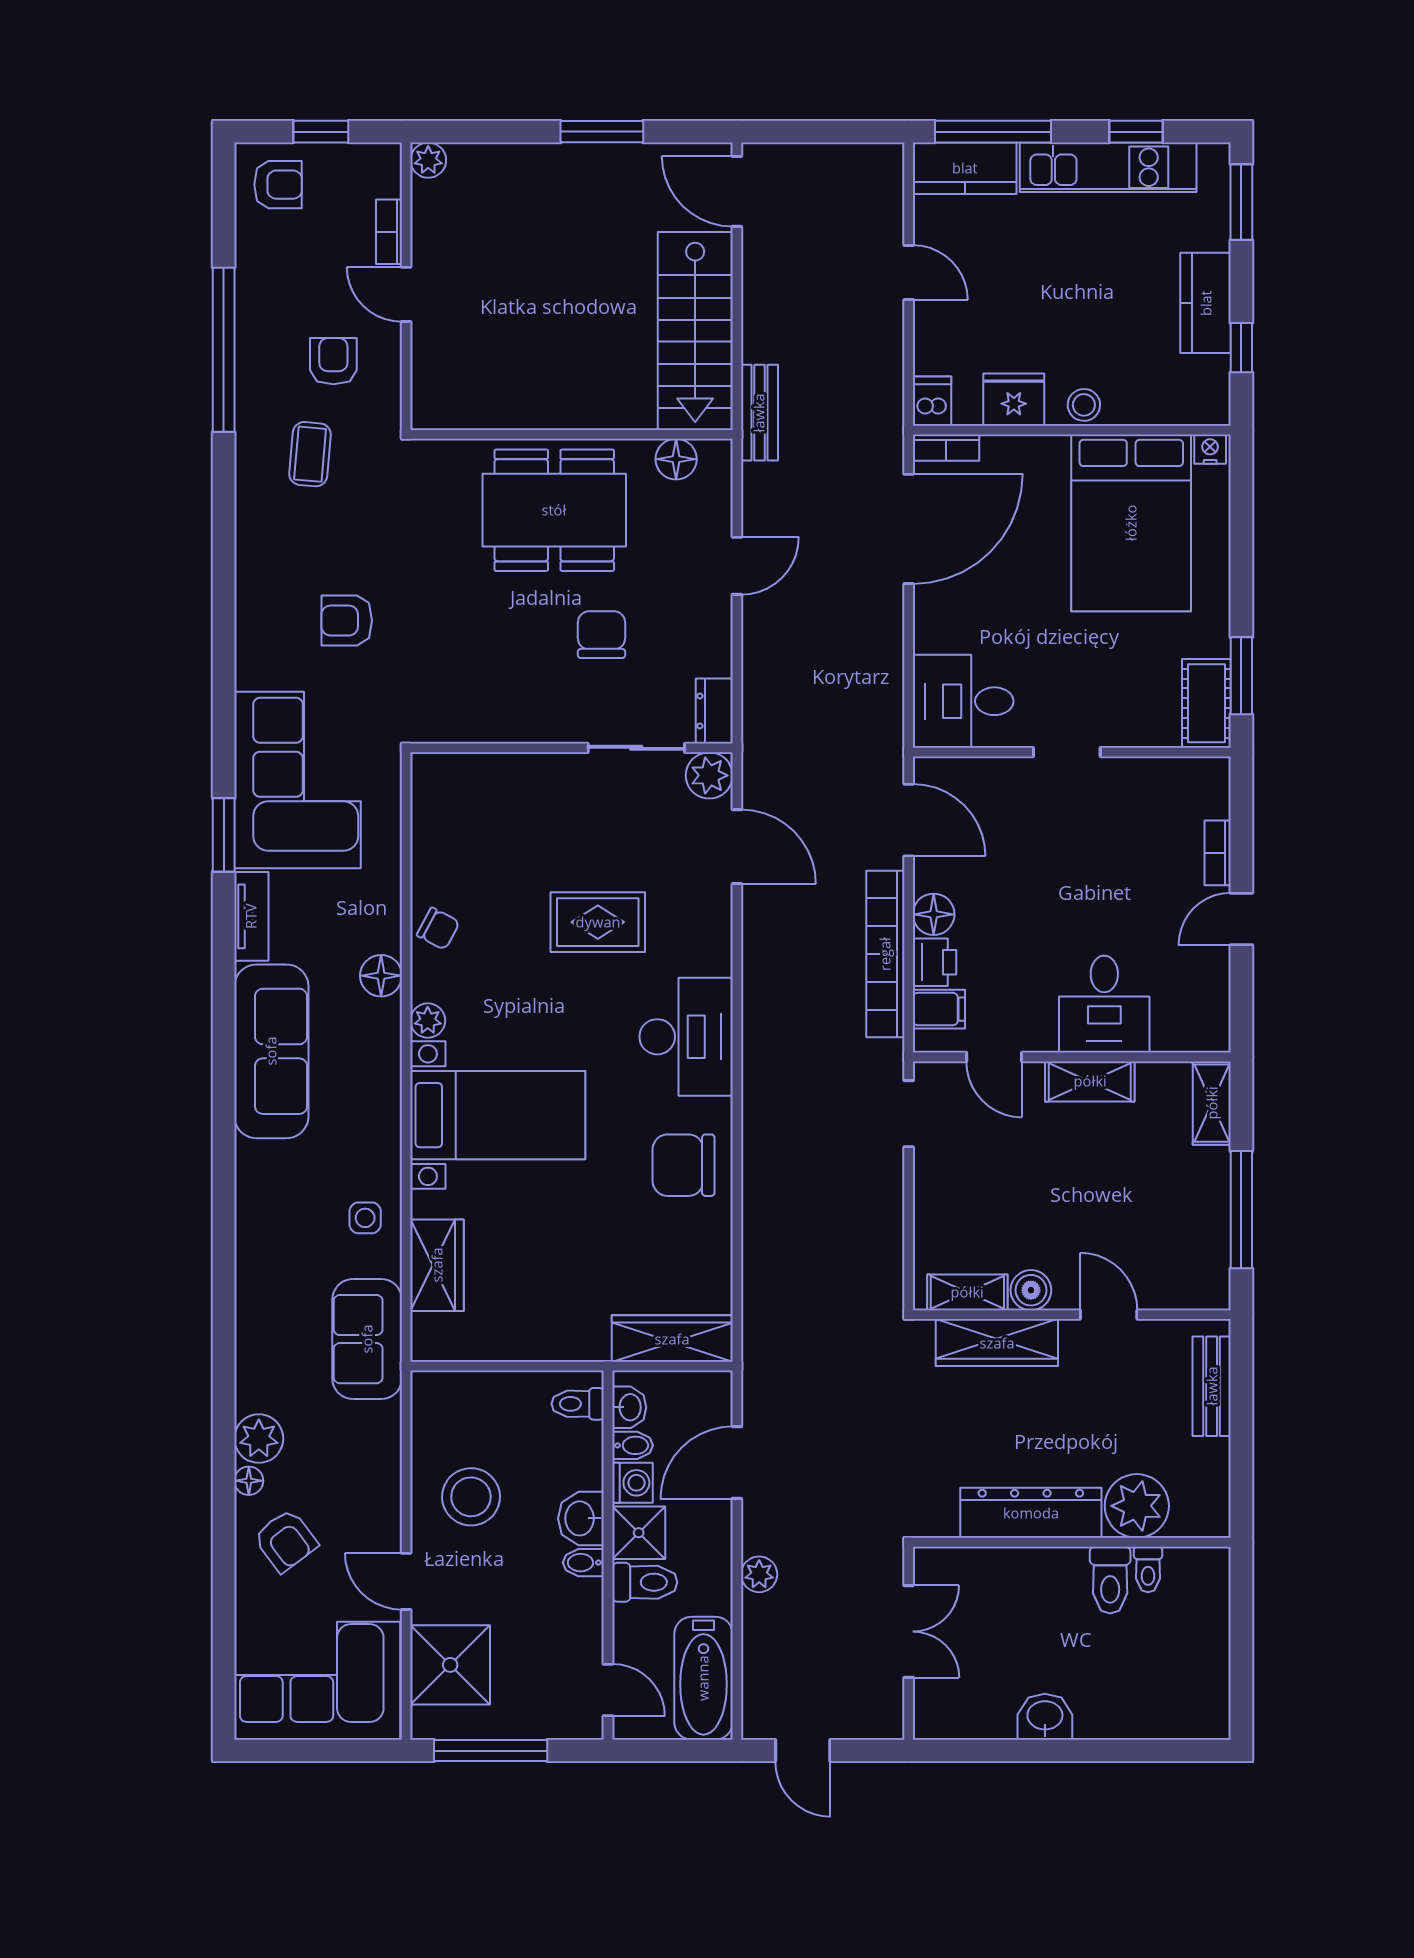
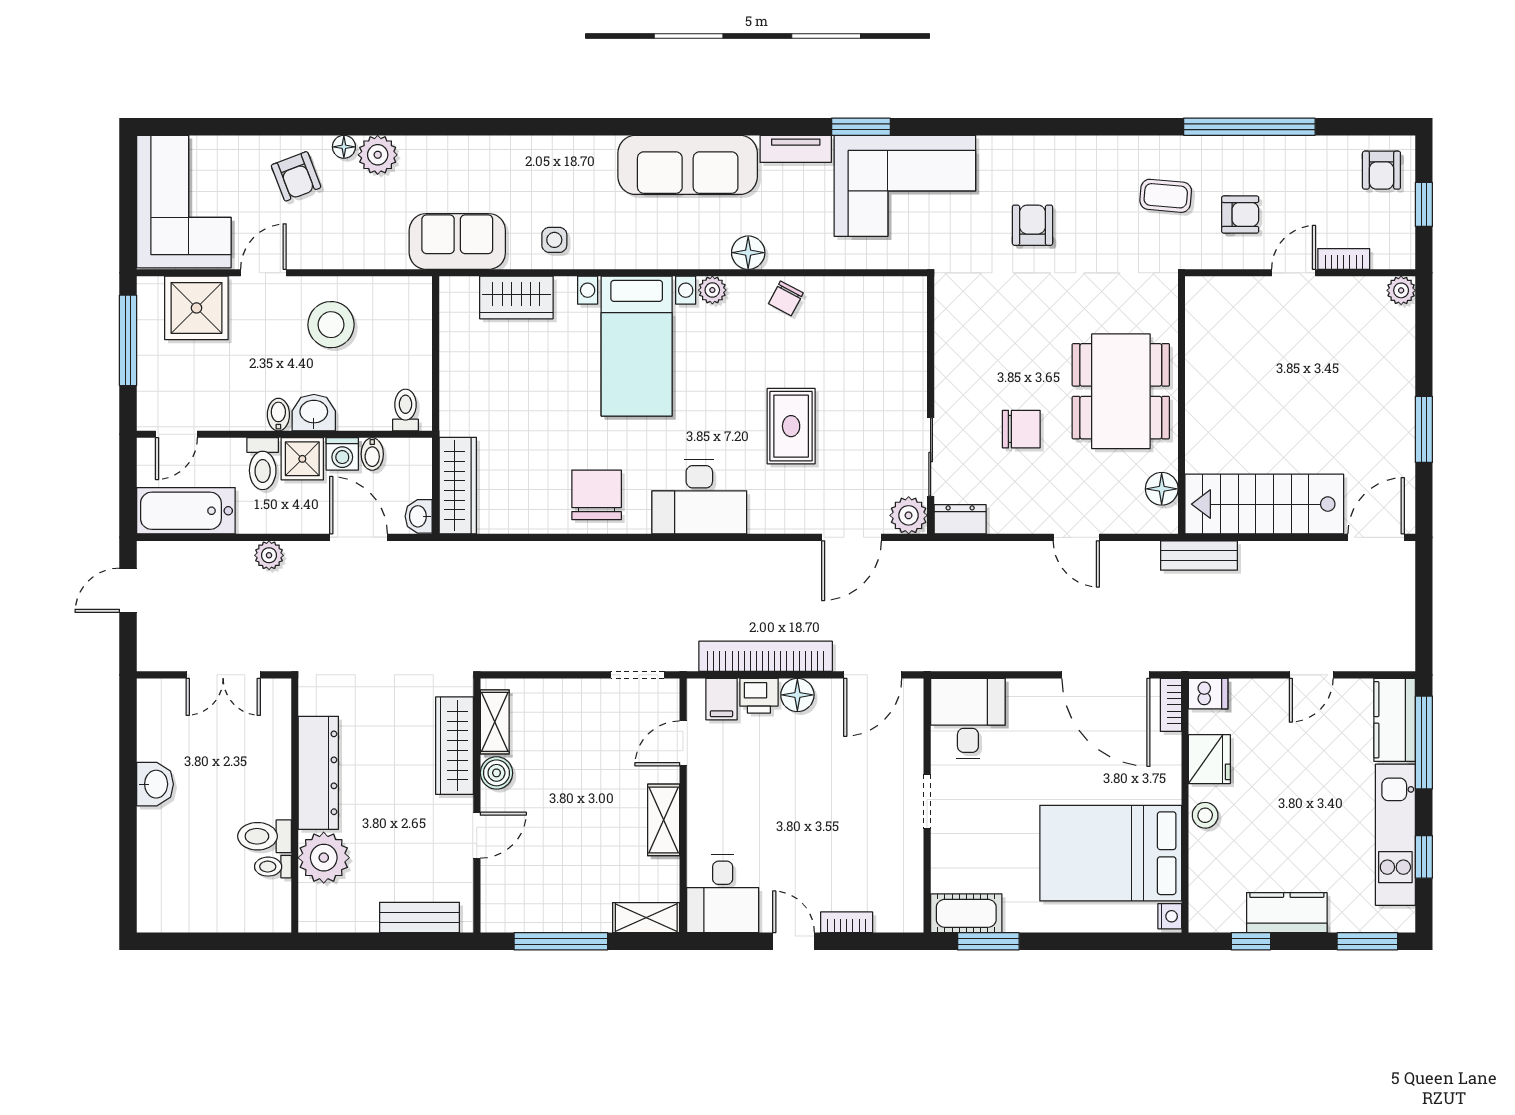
desk: (1104, 1004) -> (723, 894), moved, turned -90
washbasin: (629, 1407) -> (419, 516), moved, turned 90
armchair: (286, 1541) -> (296, 176), turned -74

